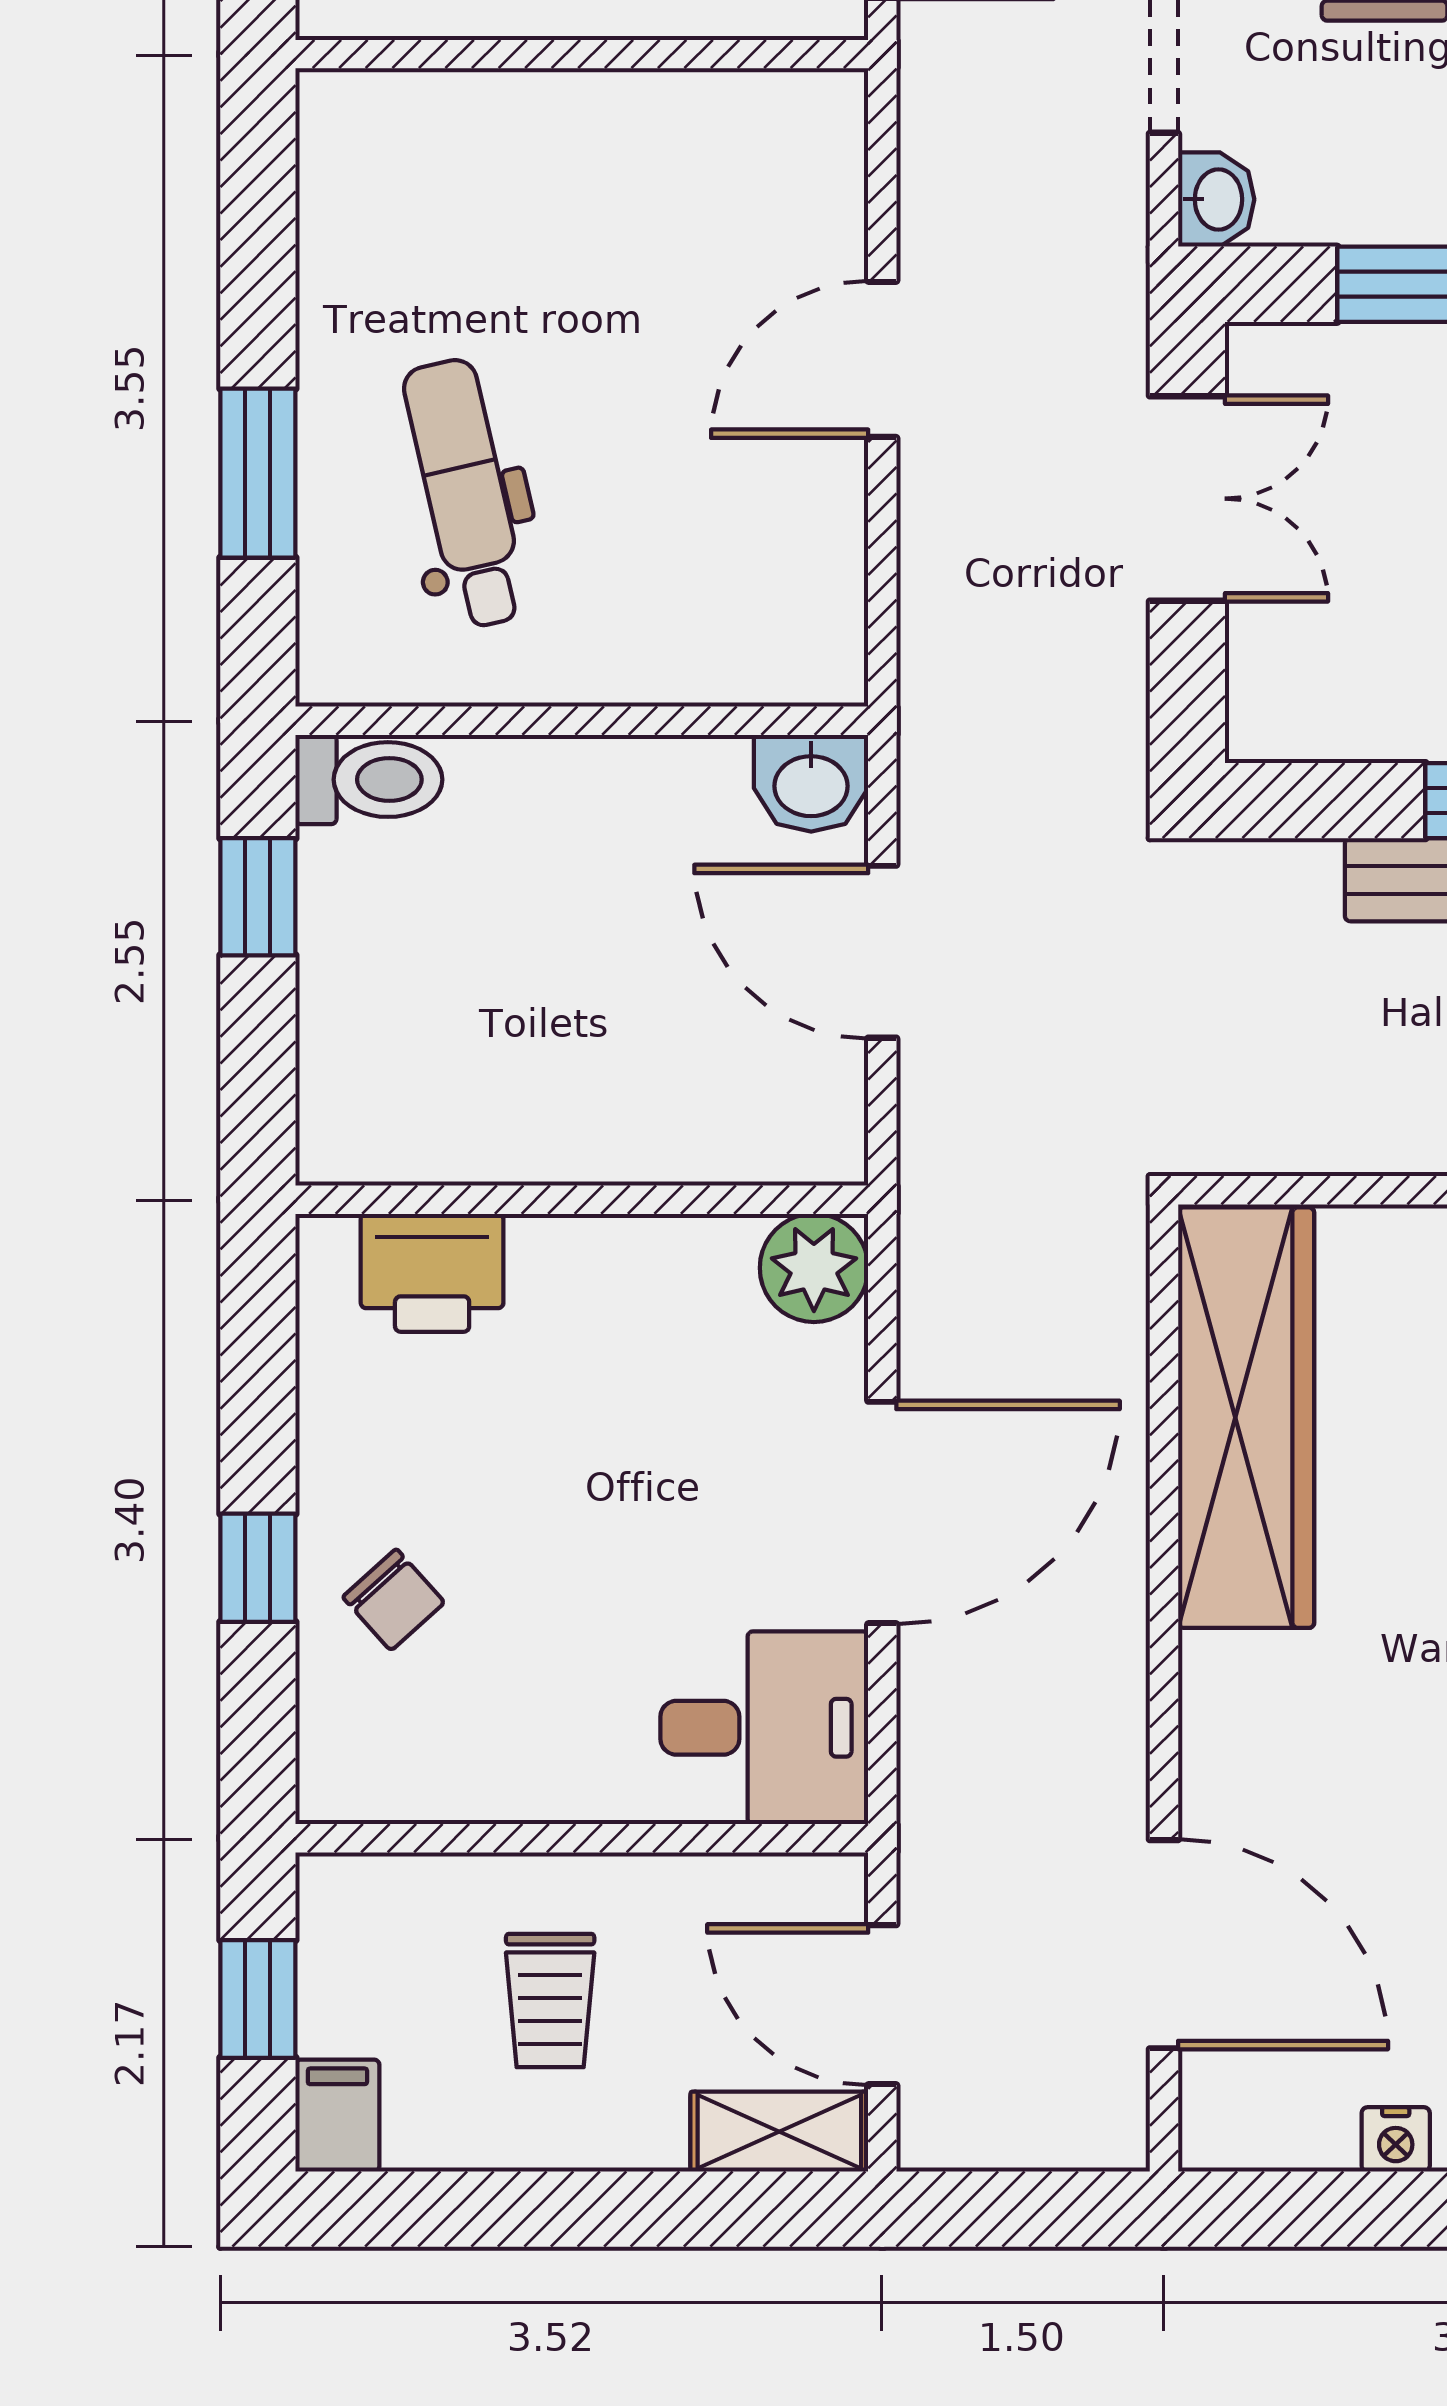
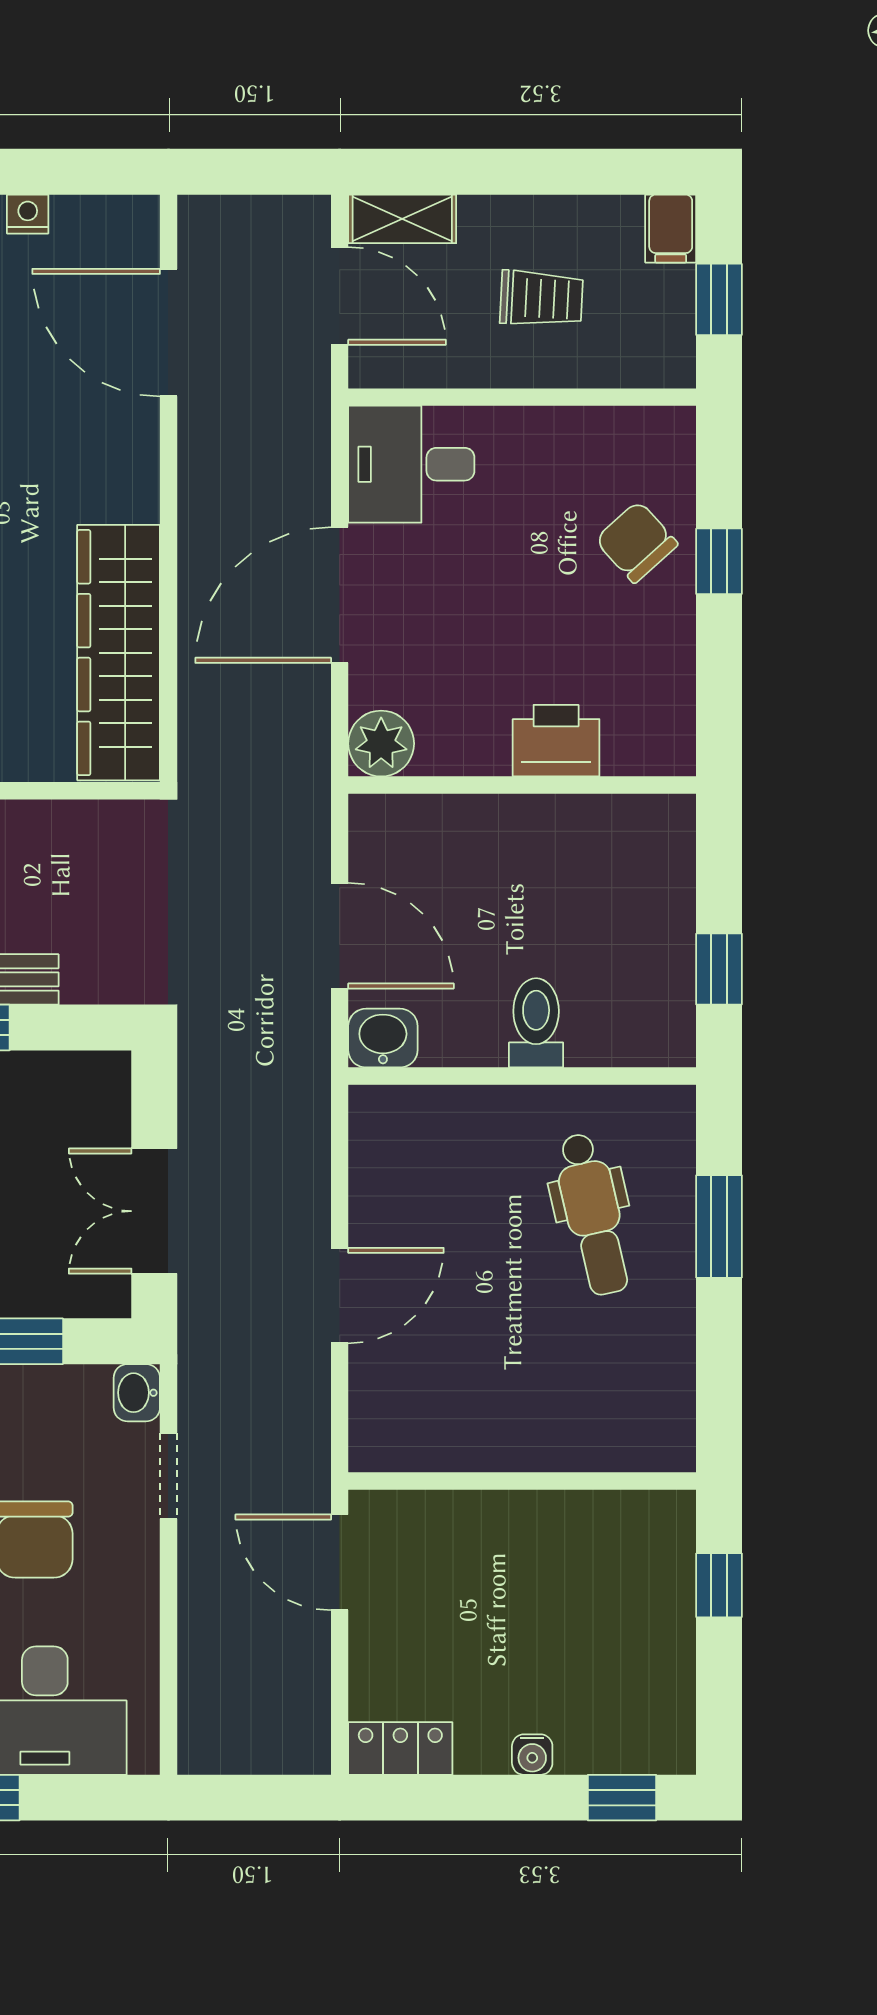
toilet: (369, 780) -> (536, 1023), moved, turned 90
printer: (432, 1273) -> (556, 741), moved
chair: (394, 1600) -> (637, 542), width x1.37, depth x1.37
trolley: (550, 2000) -> (541, 298), turned 93

